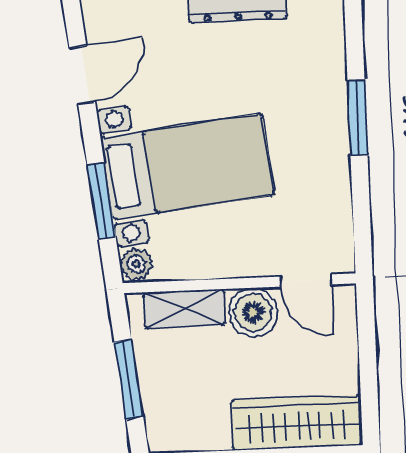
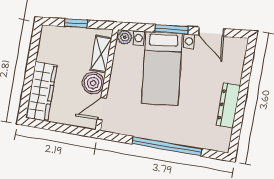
window: (358, 118) -> (167, 146), width x2.11
window: (102, 201) -> (172, 29), moved
window: (129, 379) -> (76, 23), width x0.67

